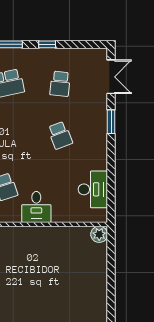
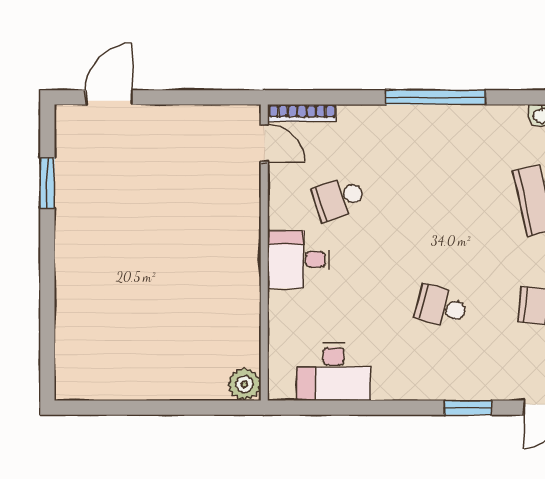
school desk: (60, 135) -> (441, 307), turned 36

